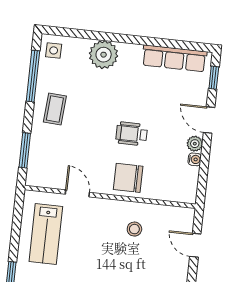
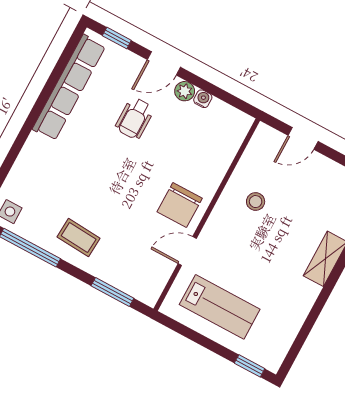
plant: (104, 55) -> (38, 155), removed
row of seats: (174, 58) -> (69, 88), width x1.36
wheelchair: (132, 134) -> (135, 118), moved
chair: (128, 178) -> (180, 205), moved

